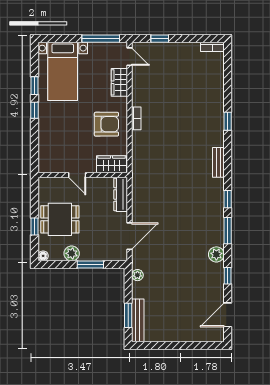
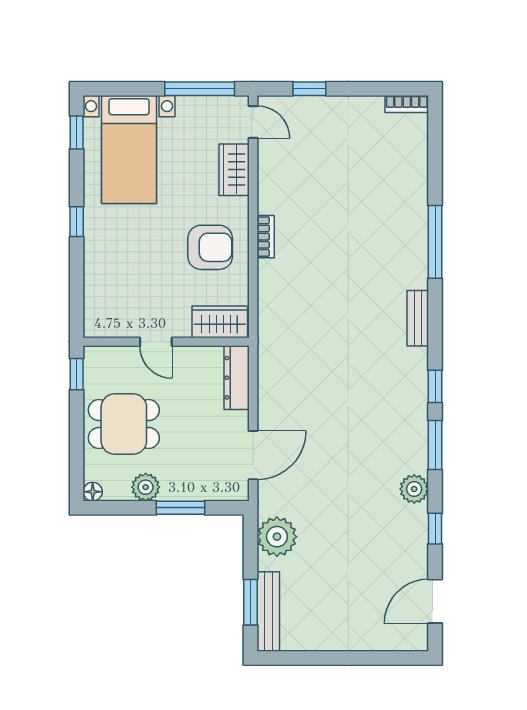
window: (34, 86) -> (77, 133), moved
window: (228, 121) -> (435, 242), width x2.17
window: (34, 227) -> (77, 374), moved
plant: (137, 275) -> (277, 537), width x1.87, depth x1.87

